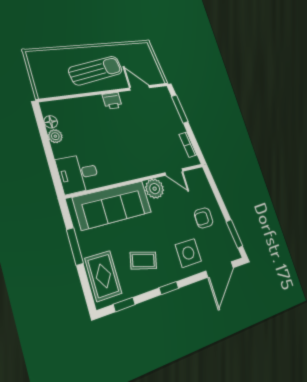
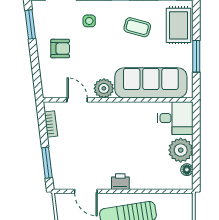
plant: (55, 136) -> (181, 150), width x1.88, depth x1.88
side table: (188, 253) -> (89, 21), width x0.54, depth x0.54

